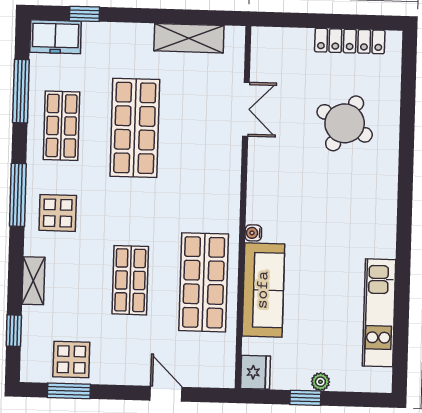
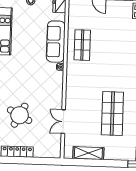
shop shelf: (130, 280) -> (115, 46), removed
shop shelf: (204, 282) -> (82, 45), width x0.70, depth x0.74

